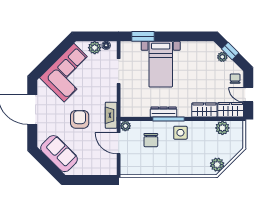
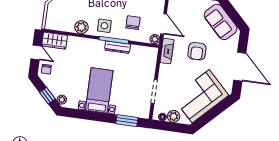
plant: (222, 57) -> (62, 100), moved
bed with nightstands: (161, 64) -> (99, 90), moved
wardrobe: (204, 110) -> (79, 44), removed
plant: (222, 128) -> (81, 27), moved

